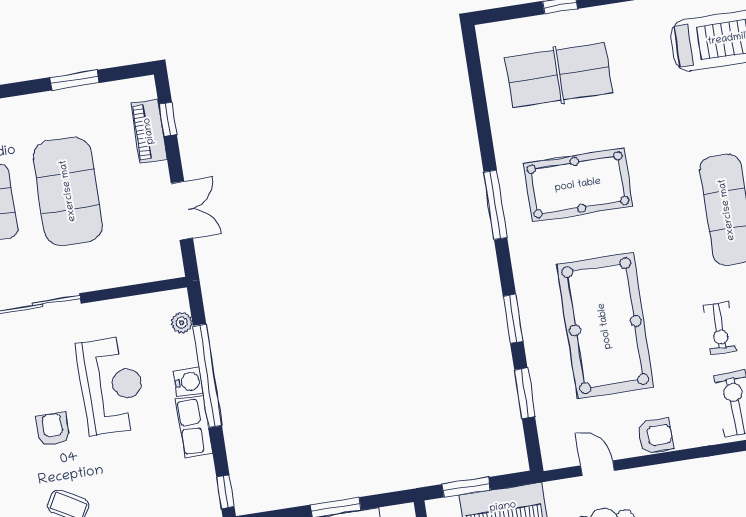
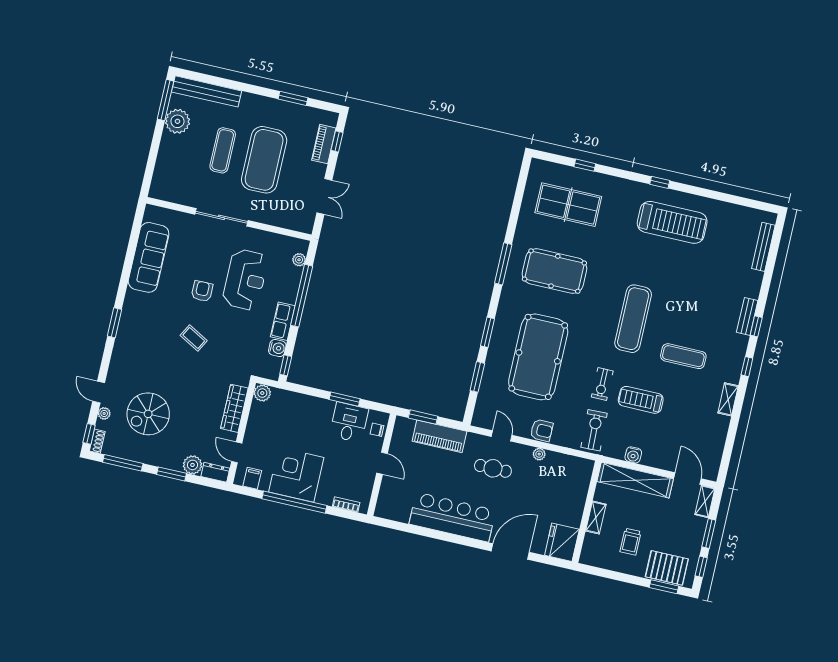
water cooler: (188, 382) -> (277, 348), moved
plant: (666, 473) -> (539, 454), added

